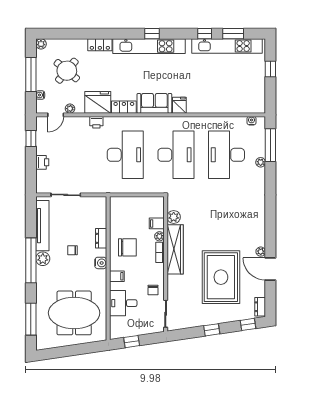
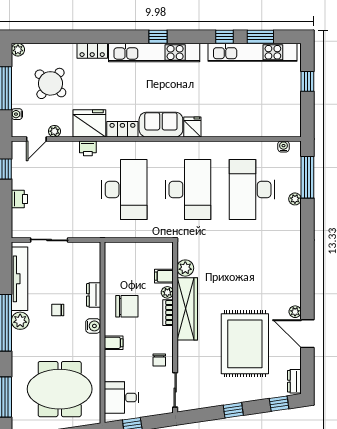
desk: (123, 303) -> (122, 397), moved

